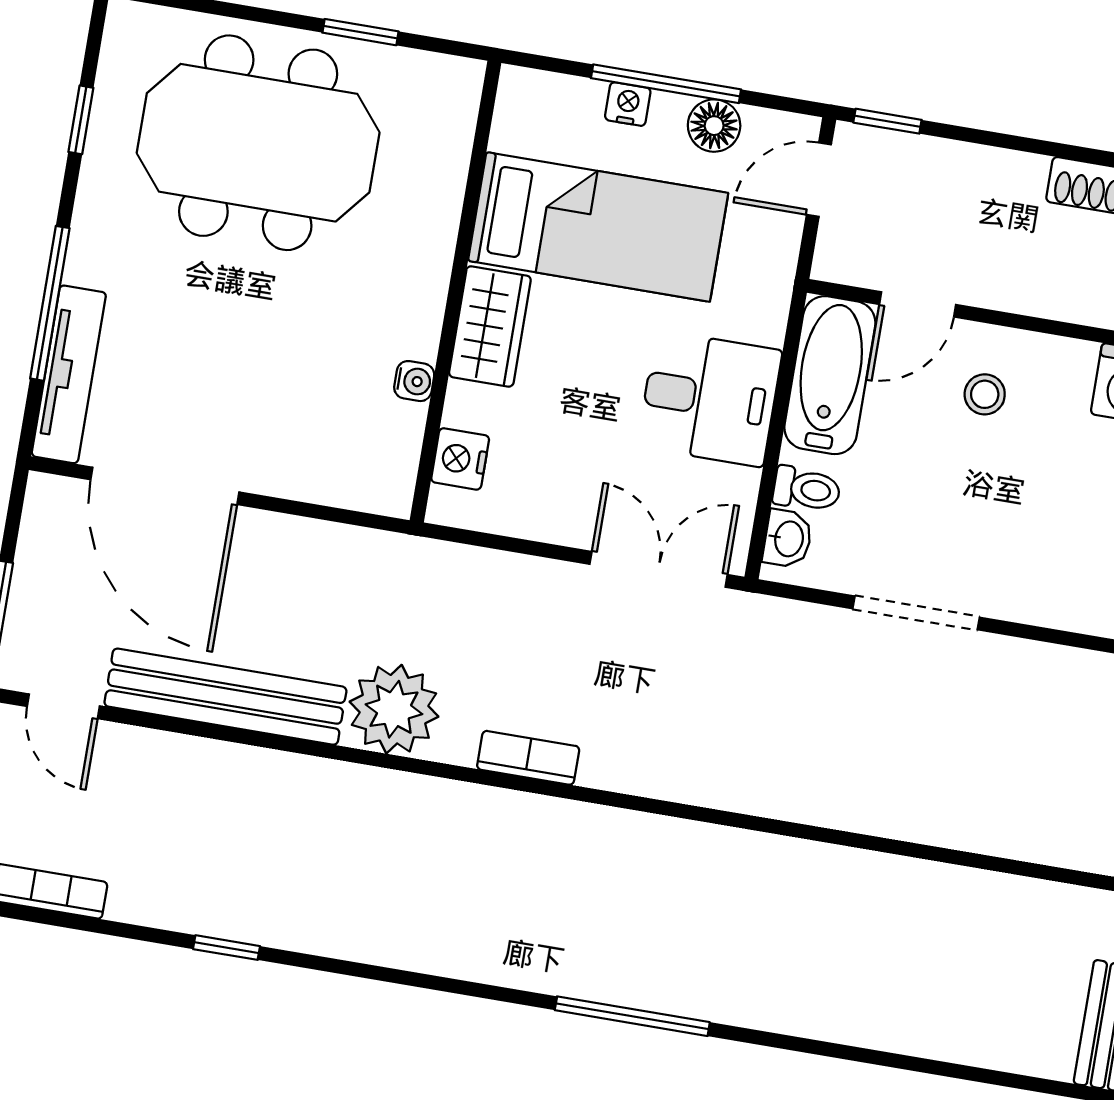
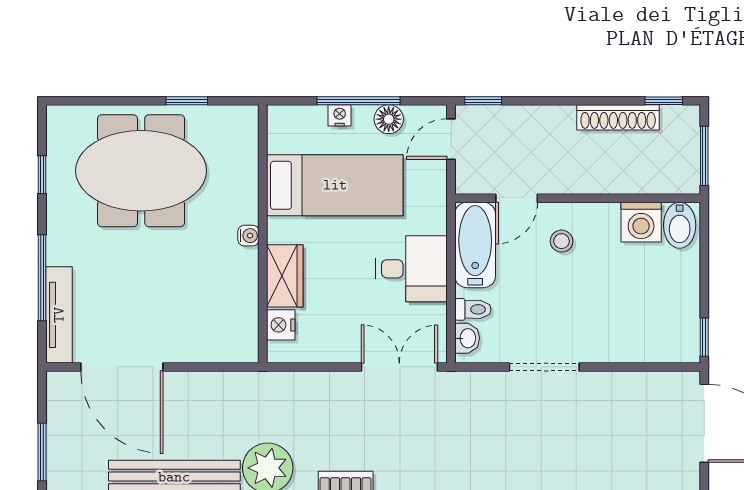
wardrobe: (490, 326) -> (285, 276), moved
water cooler: (414, 381) -> (248, 236), moved

